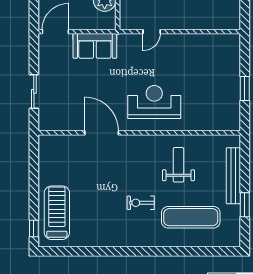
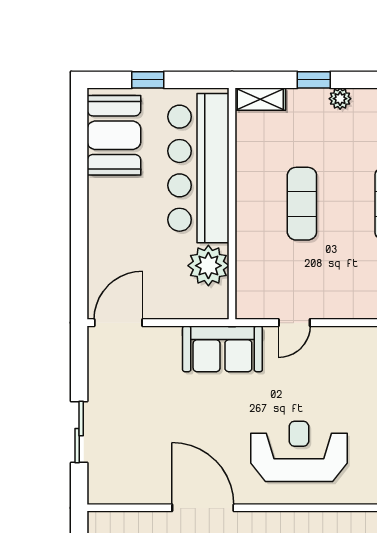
sofa: (95, 46) -> (222, 349), moved

